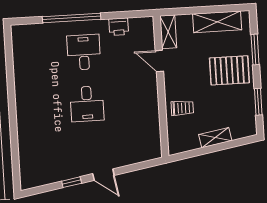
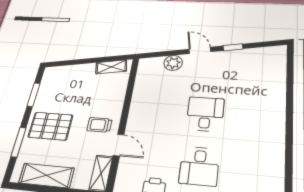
trolley: (182, 108) -> (99, 125), moved
shelving: (215, 138) -> (111, 67), moved
plant: (127, 156) -> (173, 63), added

